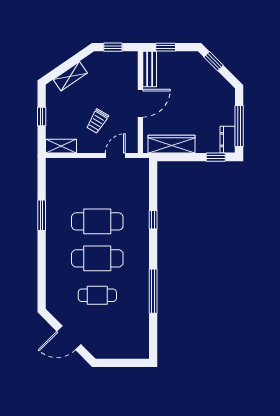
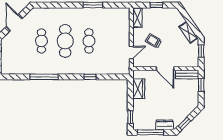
window: (214, 61) -> (184, 123), moved
shelving: (70, 76) -> (188, 32), moved
dresser: (228, 140) -> (165, 125), moved
wardrobe: (171, 144) -> (139, 89), width x0.67
door: (115, 156) -> (131, 52), hinge flipped
cafe table: (97, 221) -> (89, 41), width x0.73, depth x0.74

